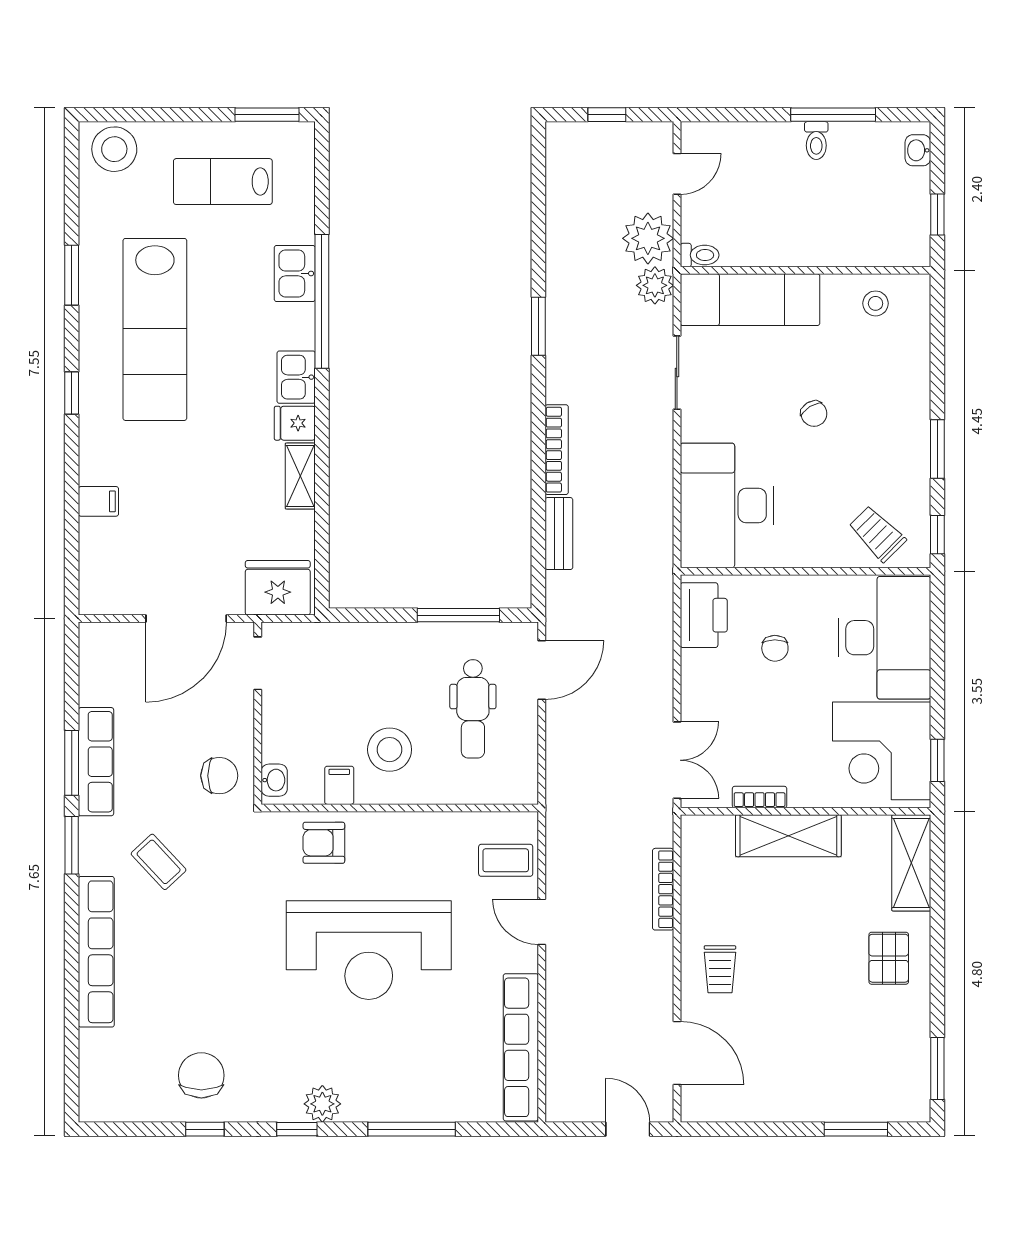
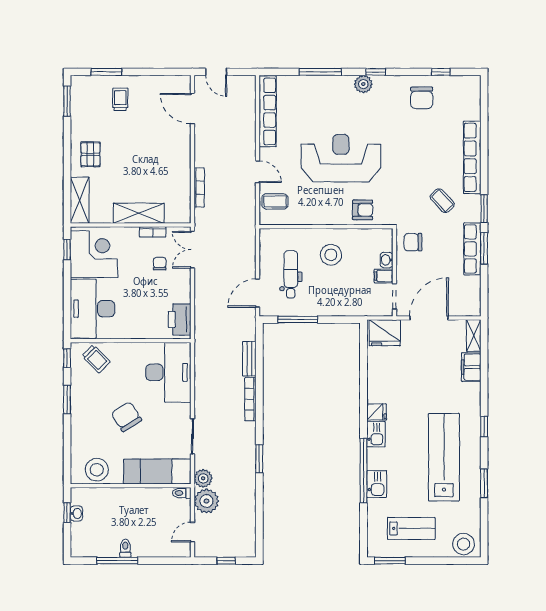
washbasin: (918, 150) -> (76, 513), moved
stool: (876, 303) -> (97, 470), width x1.89, depth x1.89
chair: (814, 414) -> (126, 417), width x1.87, depth x1.87
shelving: (300, 476) -> (474, 335), moved
filing cabinet: (98, 501) -> (471, 367), width x2.00
chair: (775, 648) -> (160, 264), moved
washbasin: (274, 780) -> (387, 260), moved
filing cabinet: (339, 785) -> (384, 276), moved, turned 90
trolley: (720, 969) -> (120, 99), moved
window: (205, 1129) -> (441, 72), moved

